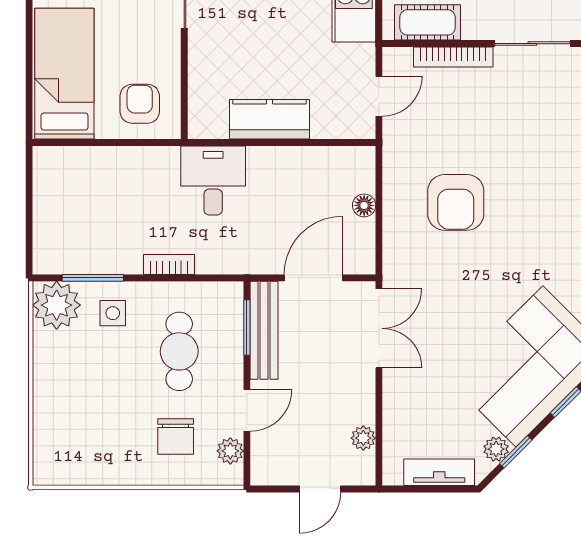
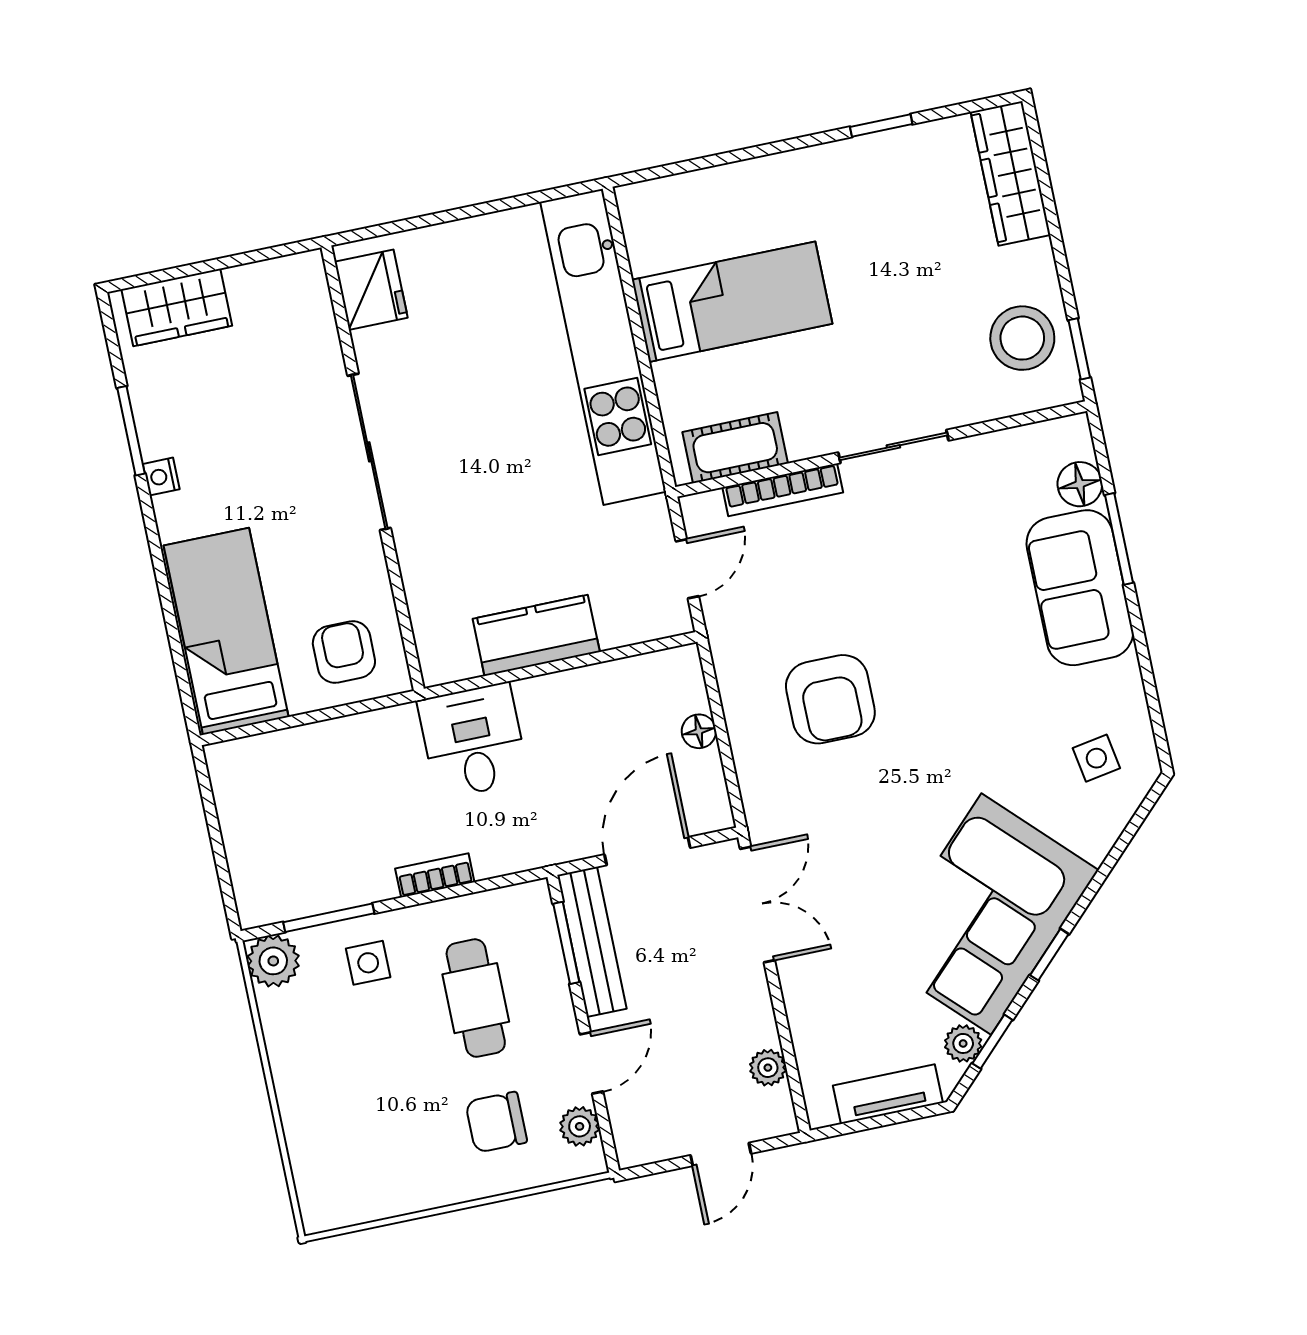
plant: (57, 305) -> (273, 961), width x0.73, depth x0.73
chair: (176, 437) -> (496, 1122), turned 90

